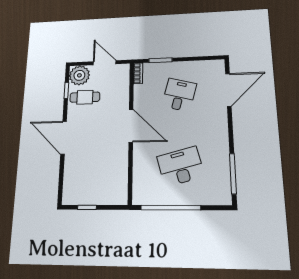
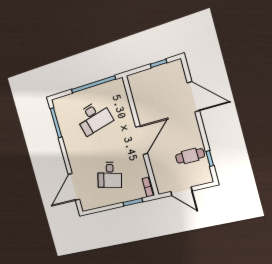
plant: (79, 75) -> (202, 175), removed
door: (131, 126) -> (142, 140), swing flipped
door: (64, 138) -> (193, 97), moved

